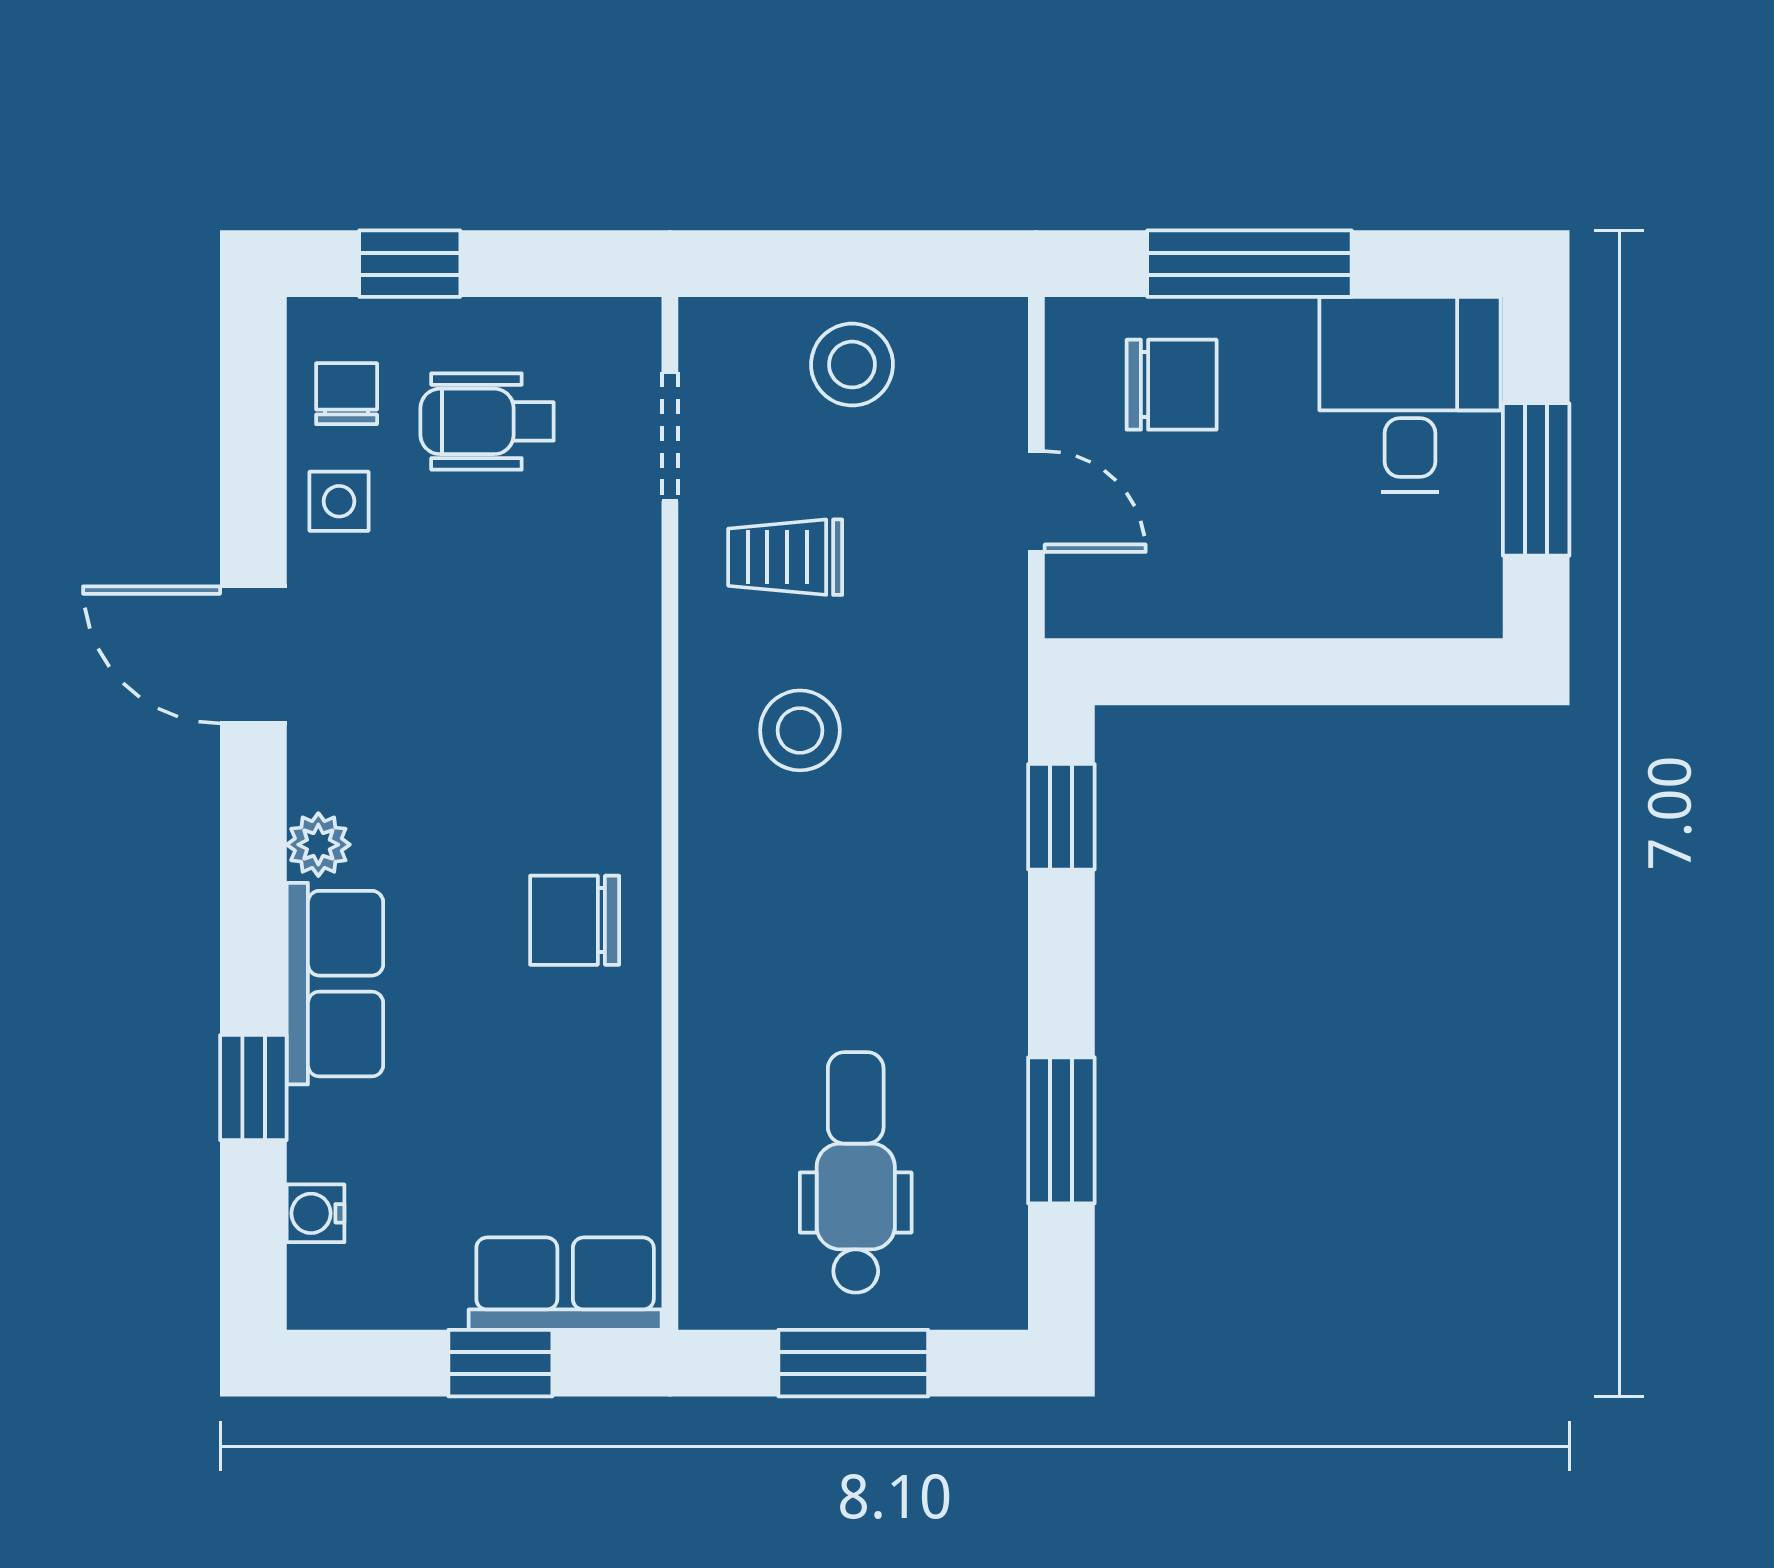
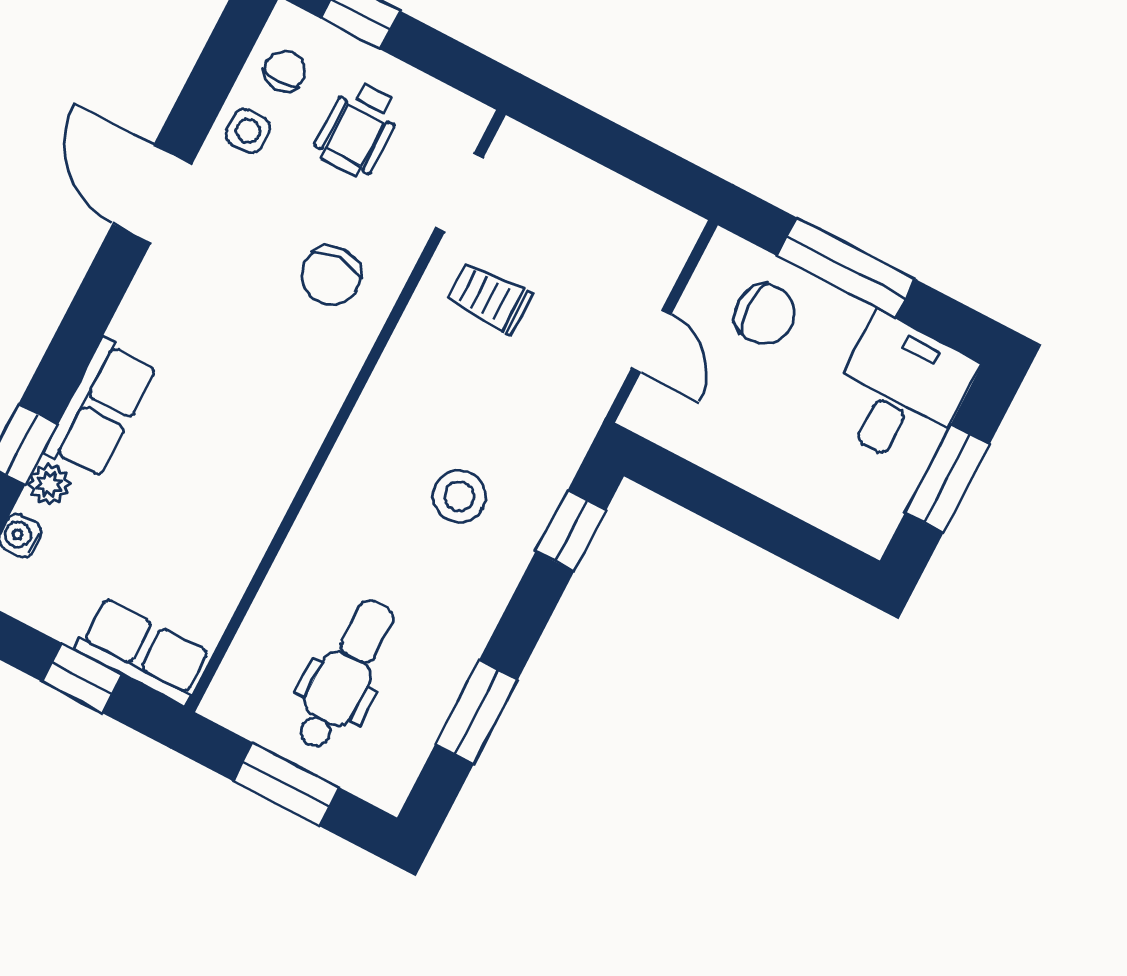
stool: (852, 365) -> (586, 206), removed
wheelchair: (487, 421) -> (358, 129), turned -90
stool: (800, 730) -> (459, 496), moved
plant: (318, 845) -> (49, 484), moved
chair: (575, 920) -> (331, 276), moved, turned -90

